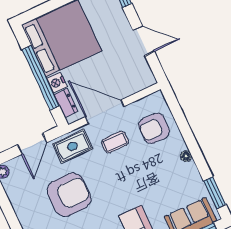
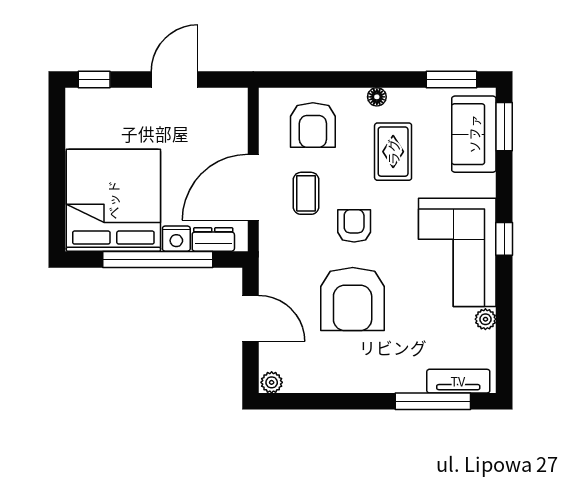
rug: (73, 146) -> (393, 152), moved
armchair: (109, 177) -> (354, 226), added
armchair: (69, 195) -> (353, 299), turned 180

